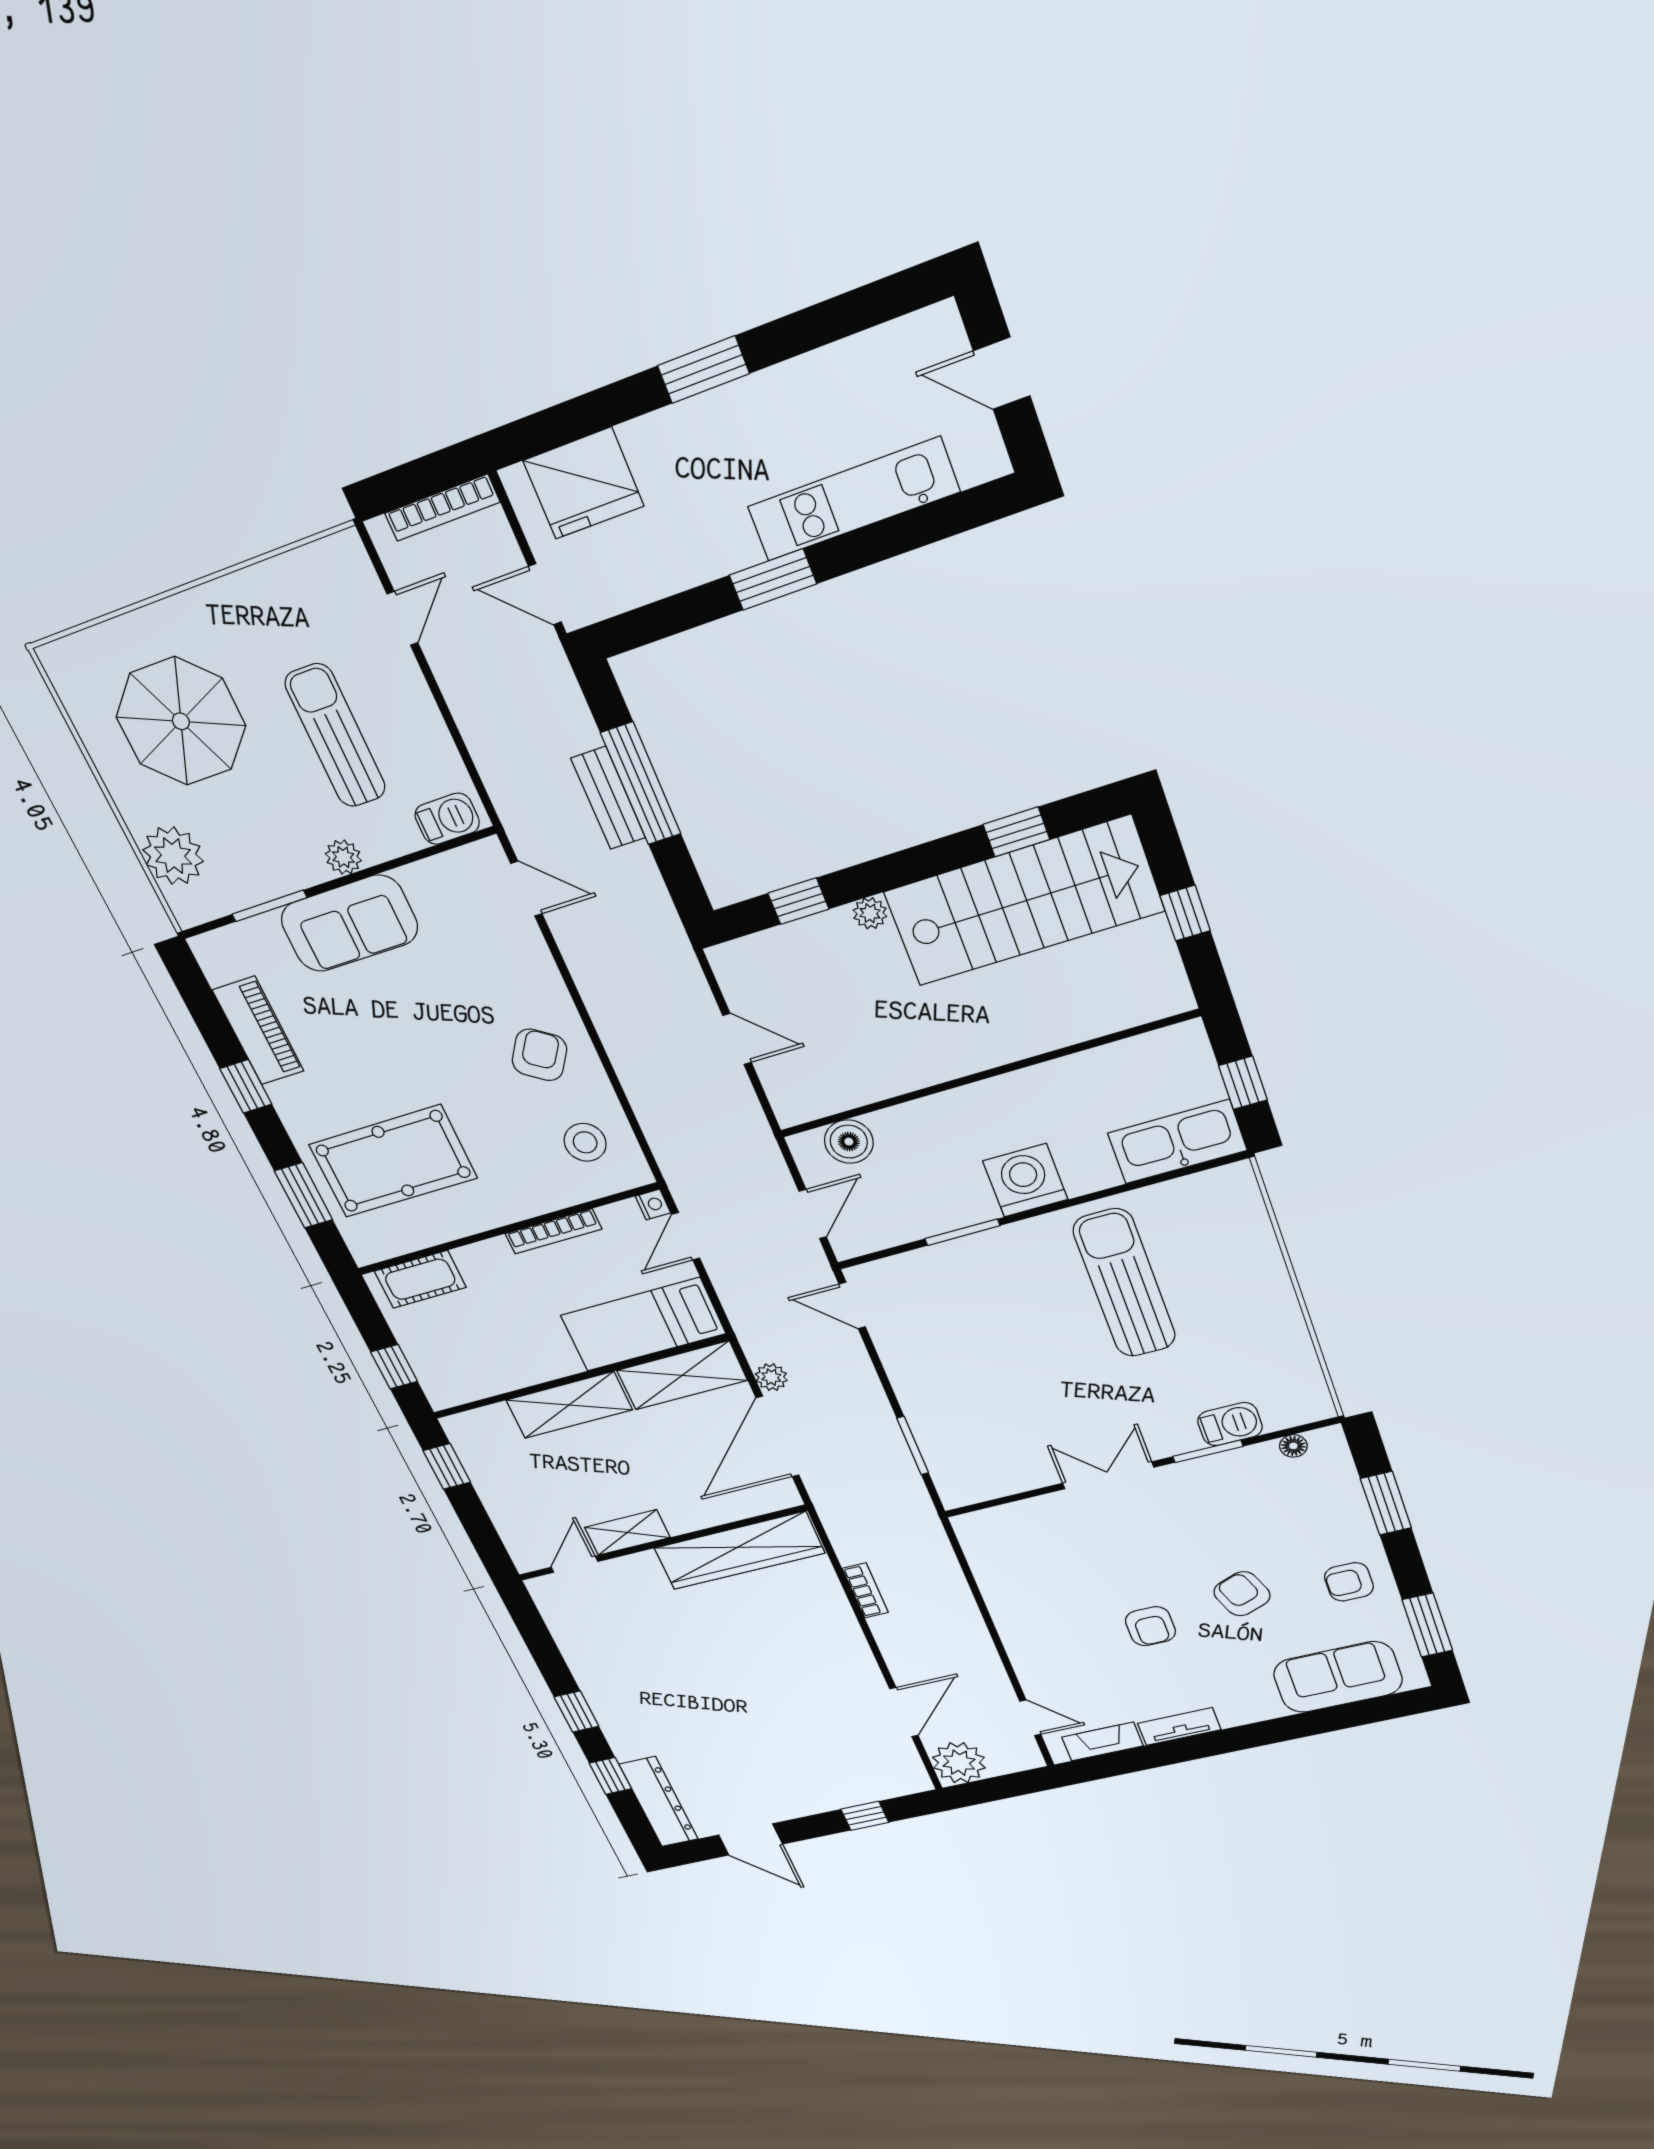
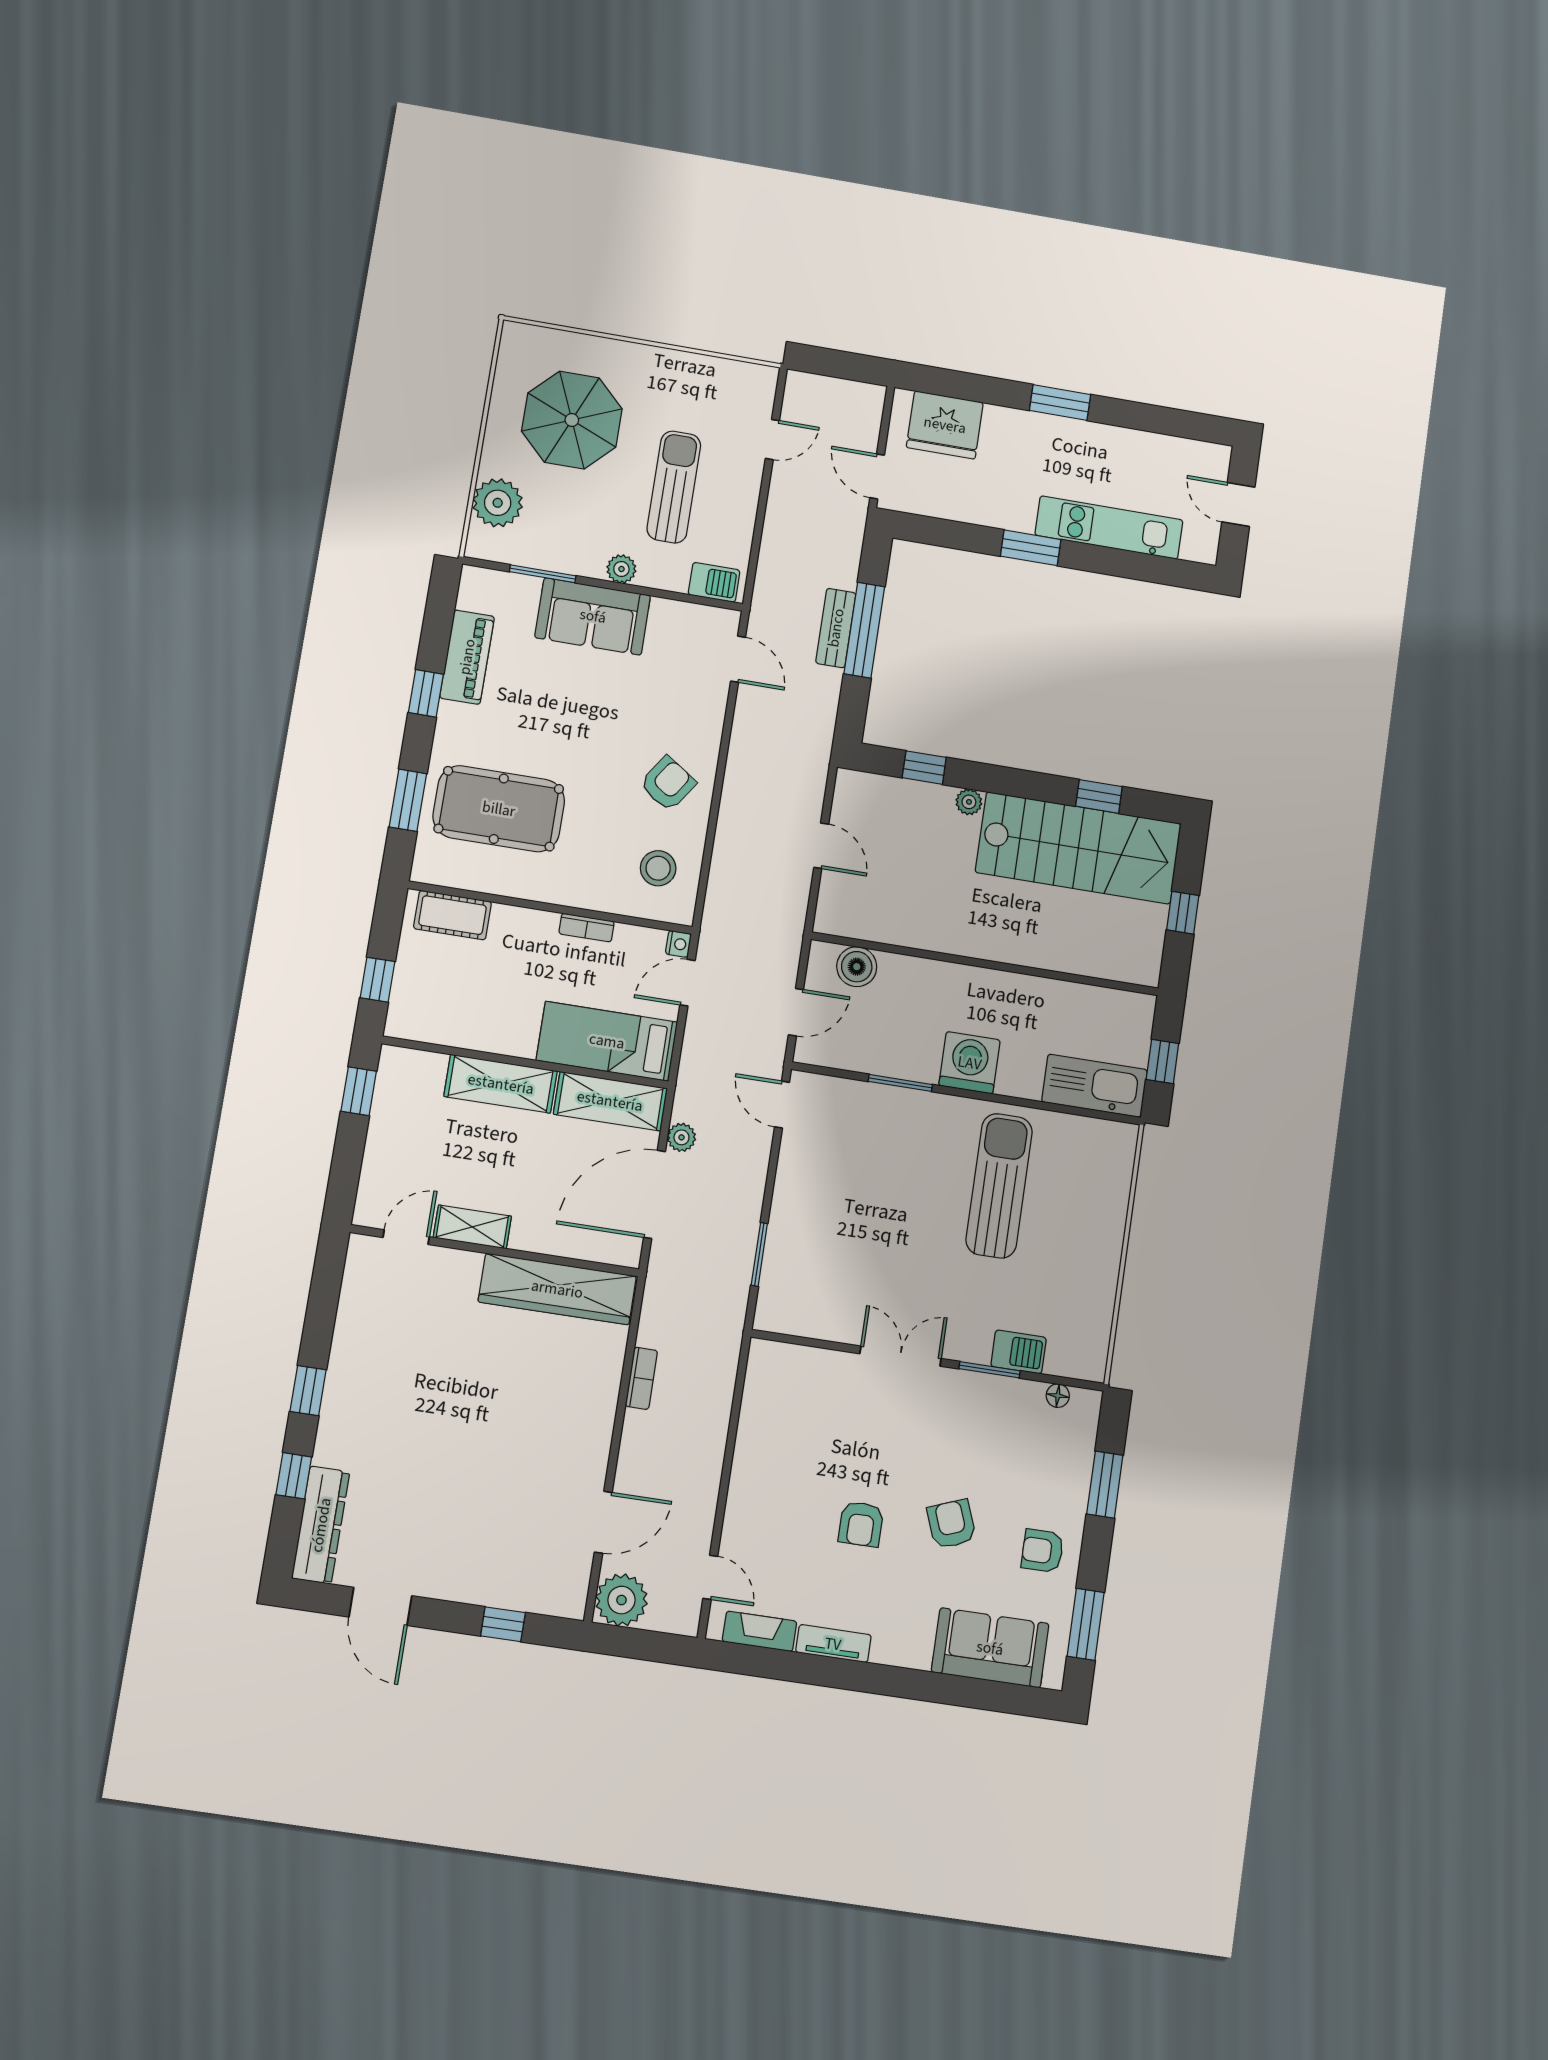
bookcase: (442, 508) -> (845, 389), removed
bookcase: (553, 1231) -> (587, 928), width x0.64

